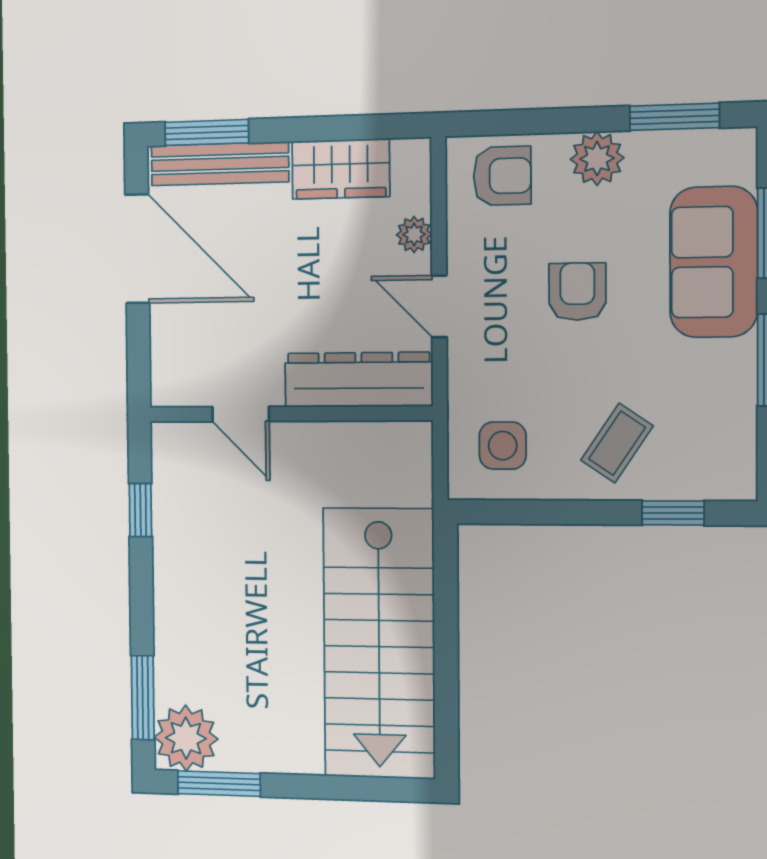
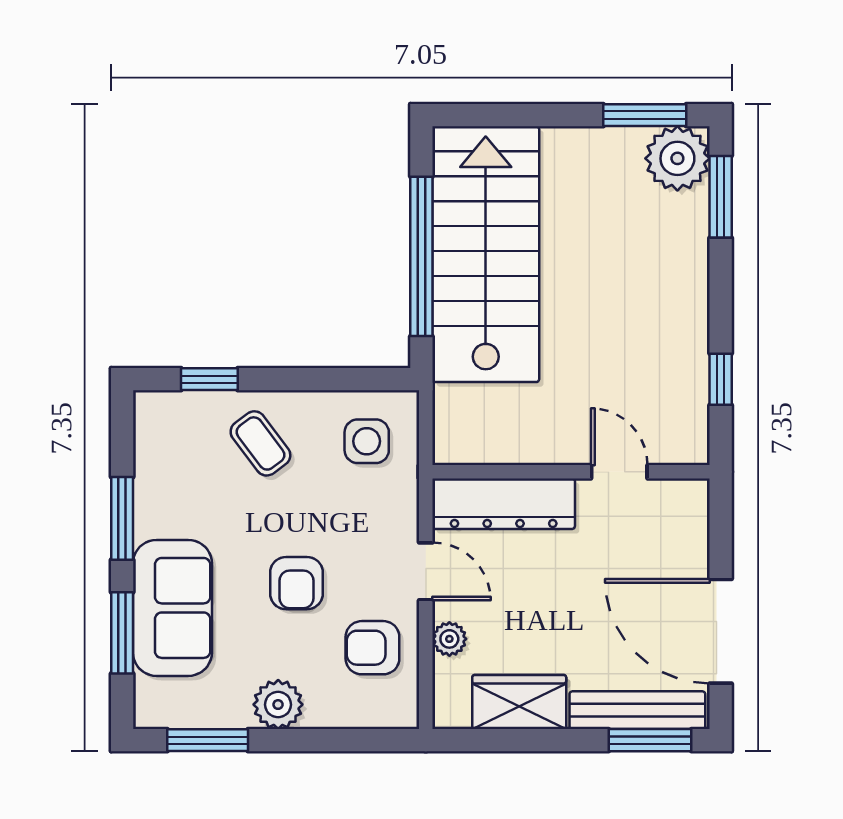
armchair: (502, 176) -> (372, 648), moved
coffee table: (617, 443) -> (260, 443), turned -71
window: (446, 642) -> (421, 256), added

